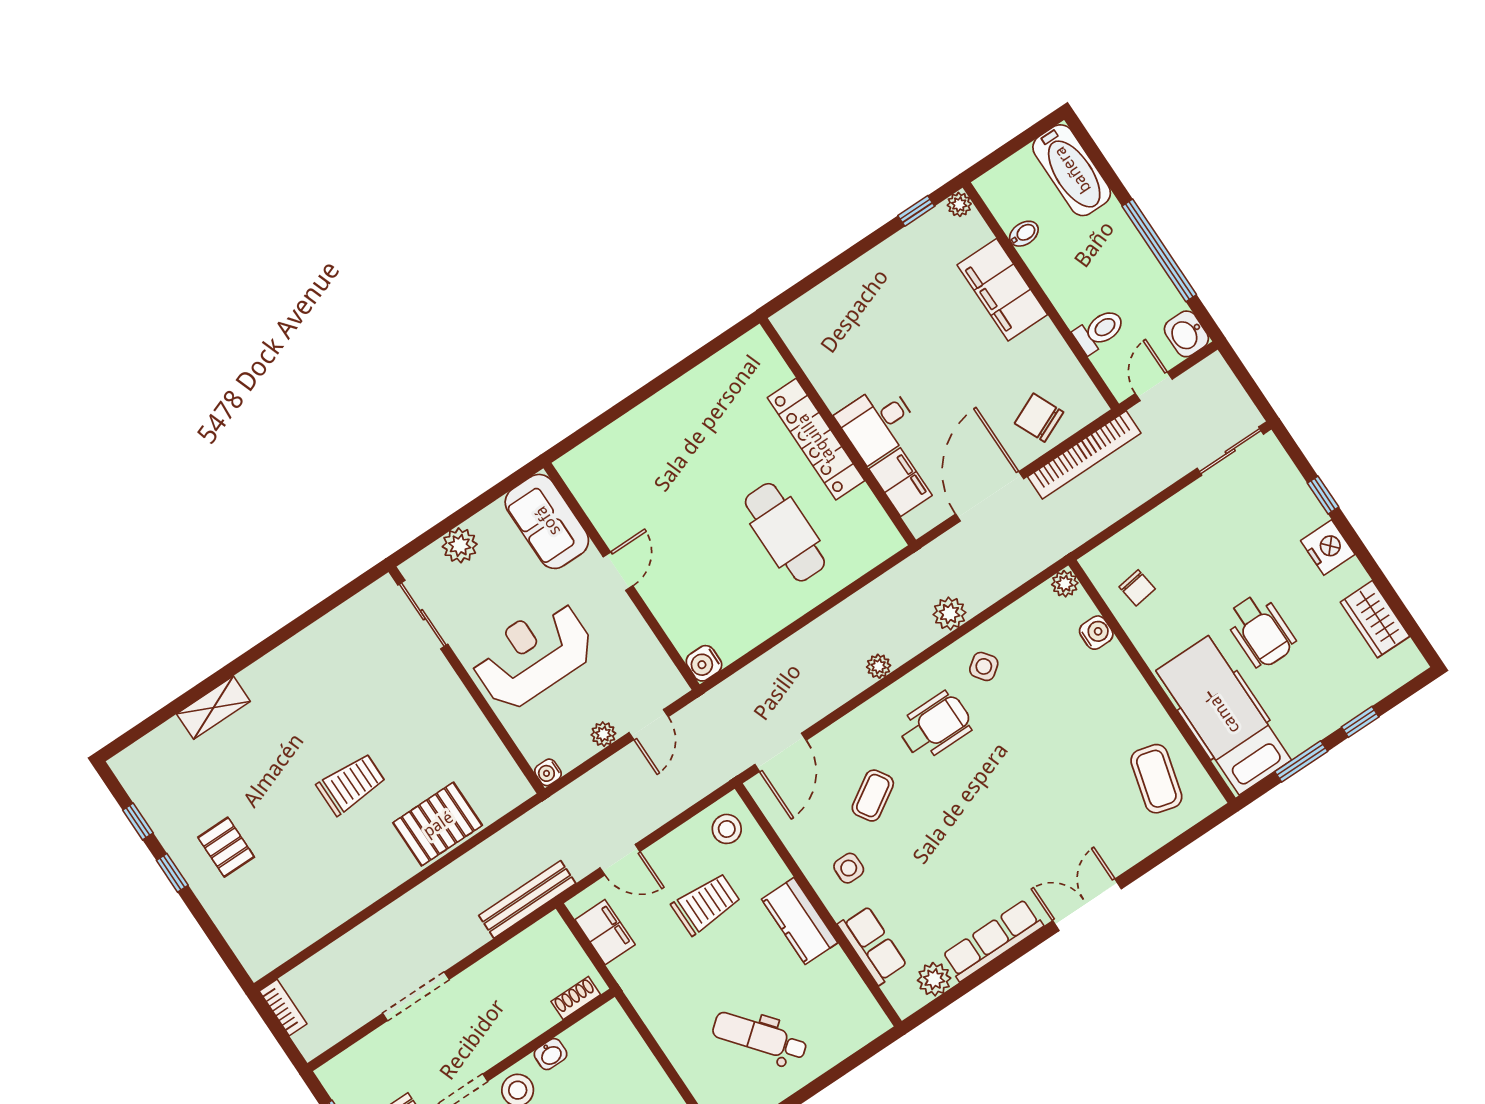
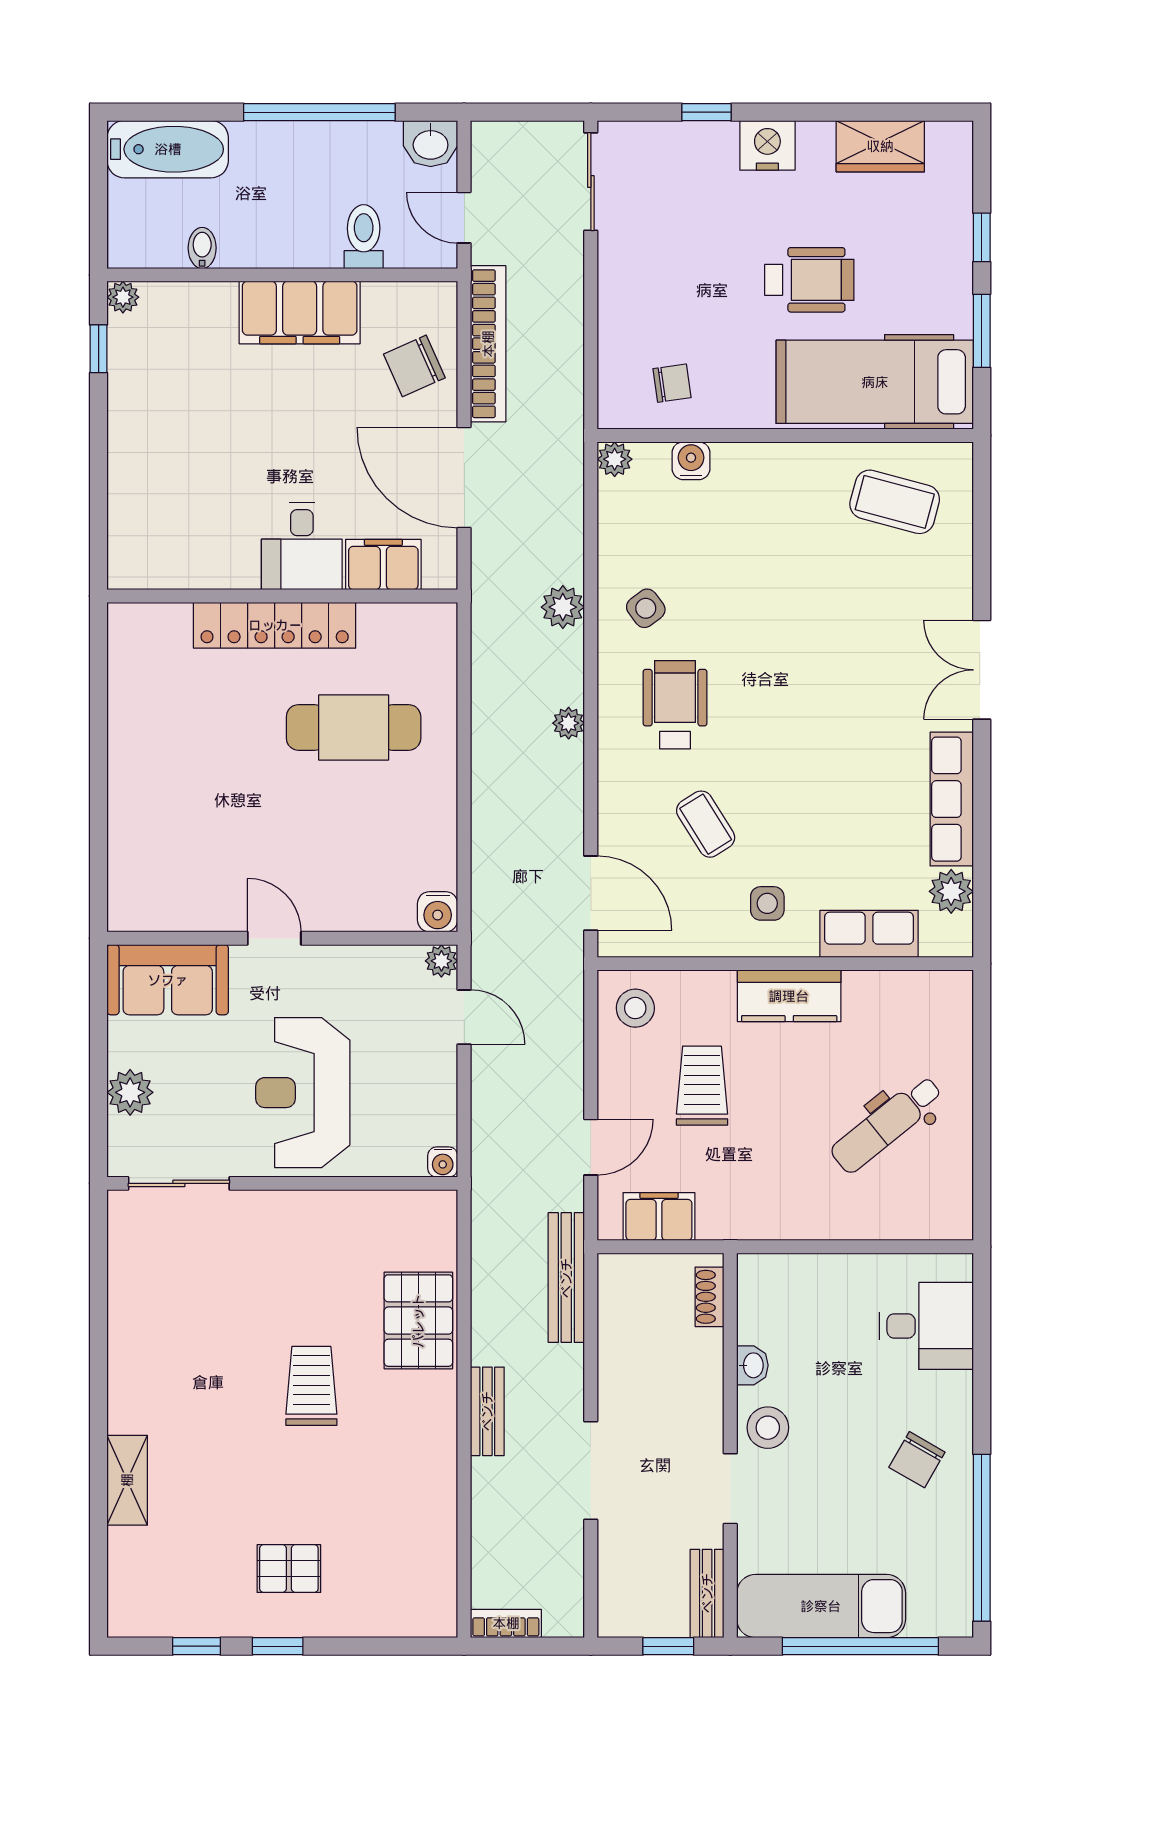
filing cabinet: (1002, 290) -> (300, 313), moved
plant: (603, 734) -> (441, 961), moved
bench: (409, 906) -> (487, 1411), added

